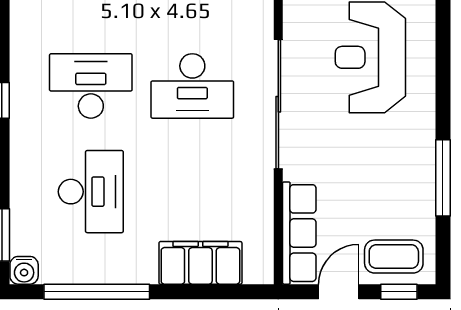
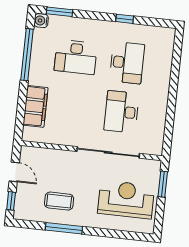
row of seats: (299, 233) -> (45, 156), removed
coffee table: (394, 257) -> (59, 201), moved, turned 90

